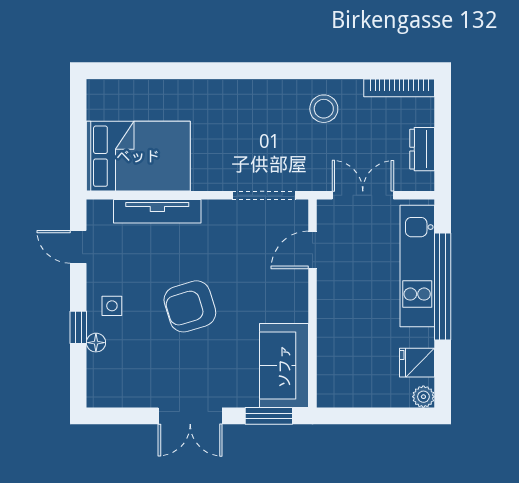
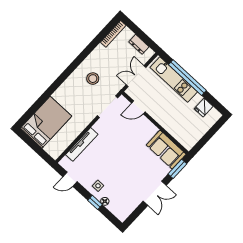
stool: (324, 109) -> (93, 79), moved
bed: (138, 156) -> (46, 122), moved
door: (312, 250) -> (138, 107), hinge flipped
armchair: (190, 306) -> (121, 162), removed
plant: (423, 397) -> (216, 115), removed

